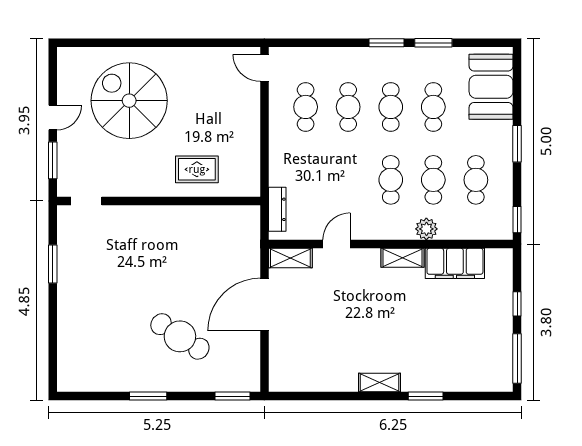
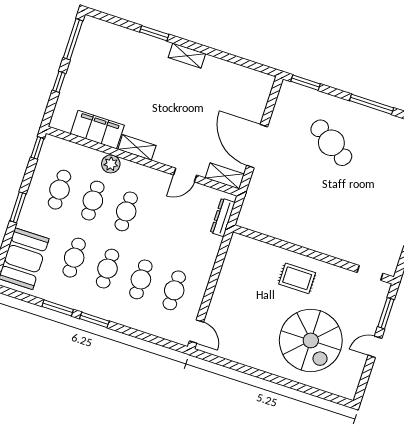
rug: (197, 169) -> (297, 278), moved
door: (264, 305) -> (257, 146), swing flipped
window: (148, 396) -> (372, 104), width x1.44

